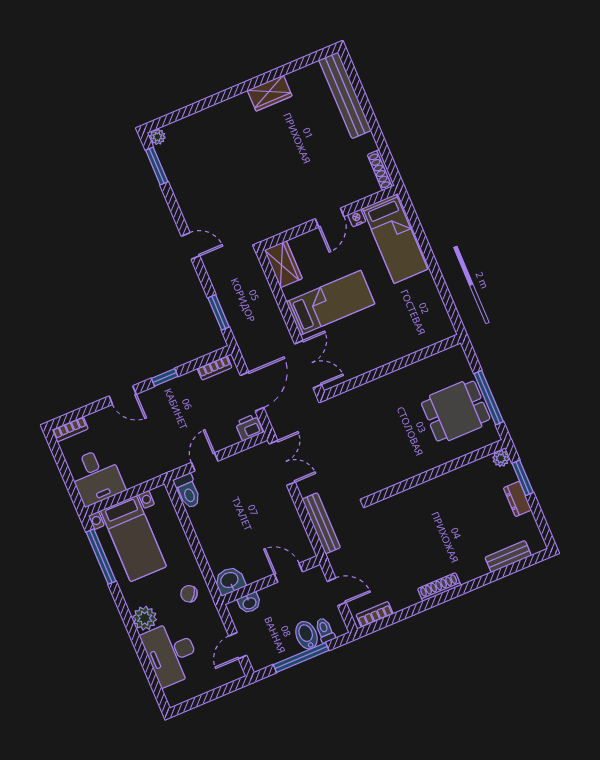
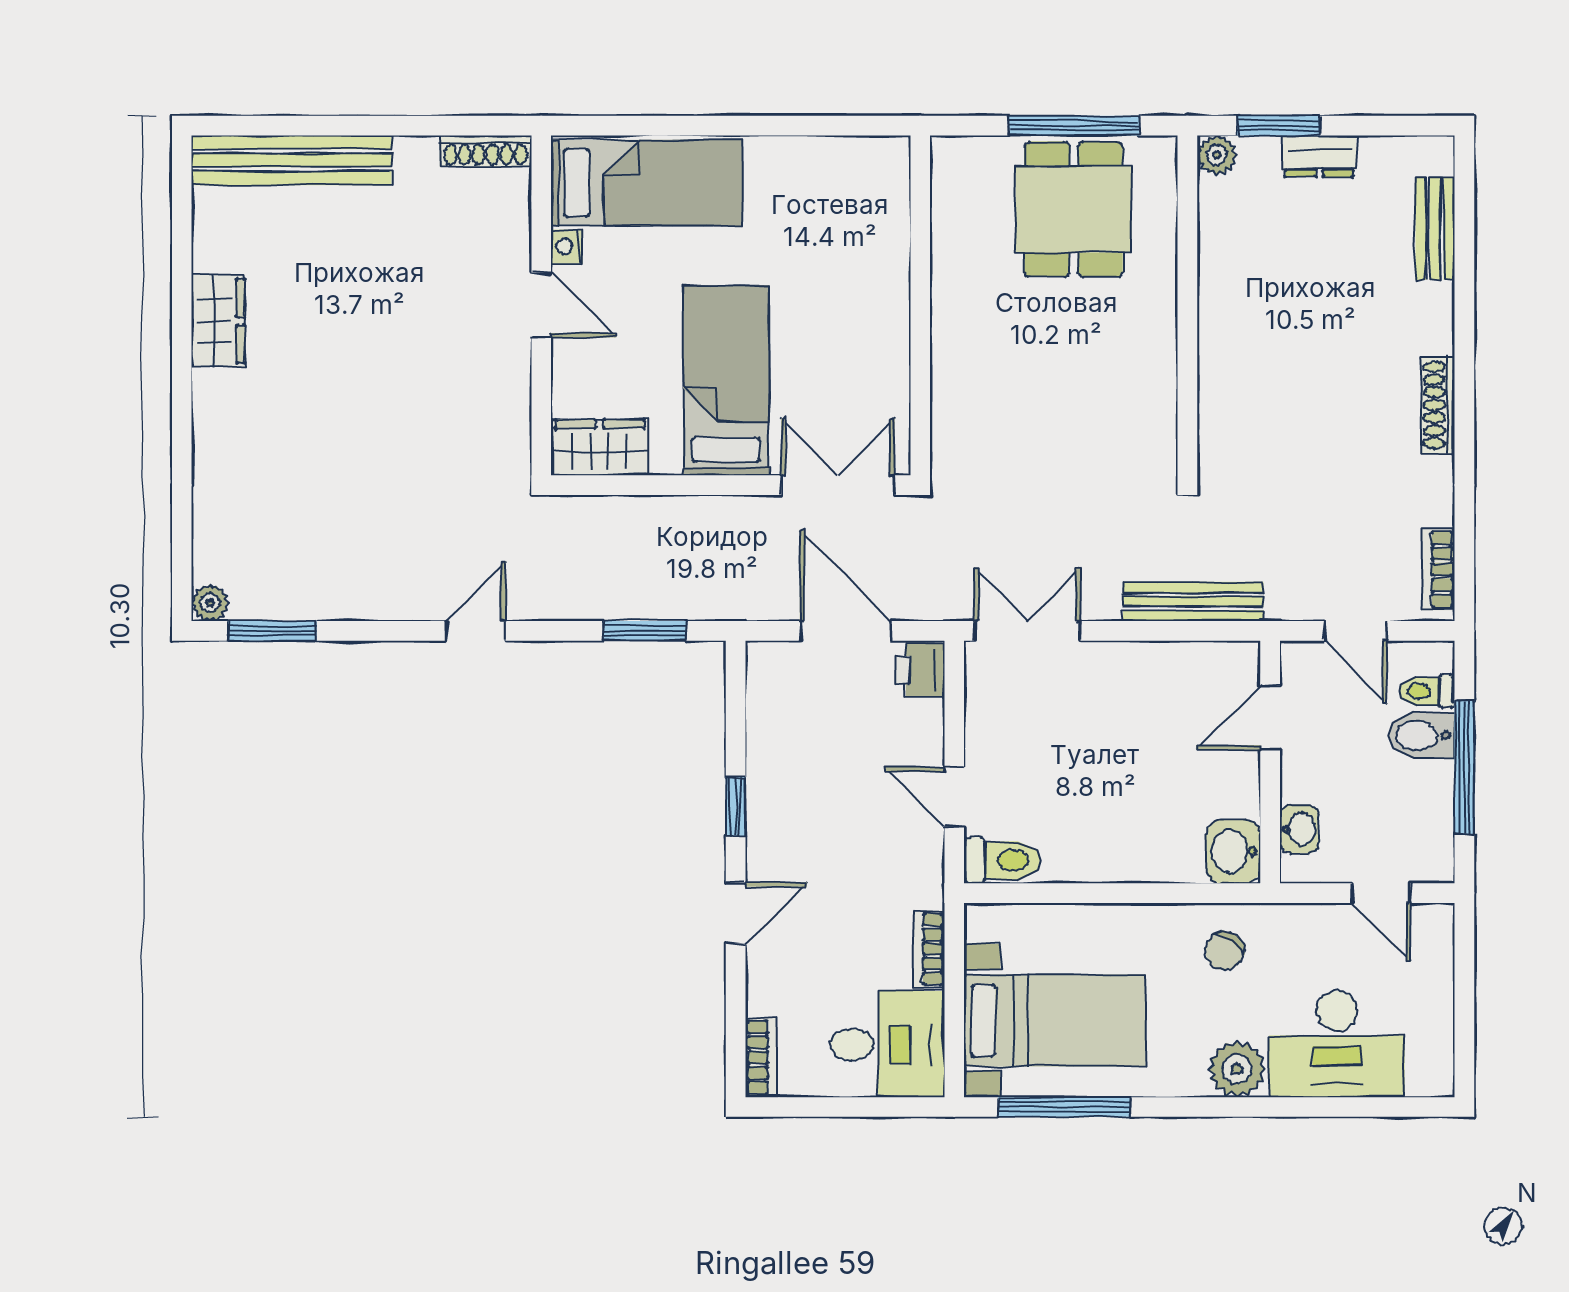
bookcase: (215, 368) -> (929, 949), moved, turned 180
door: (337, 592) -> (1355, 631), swing flipped

